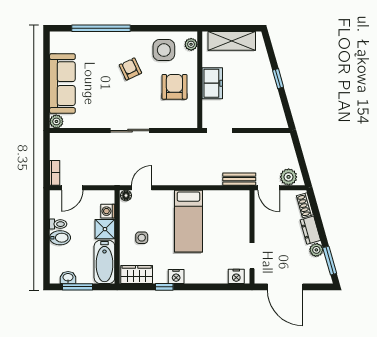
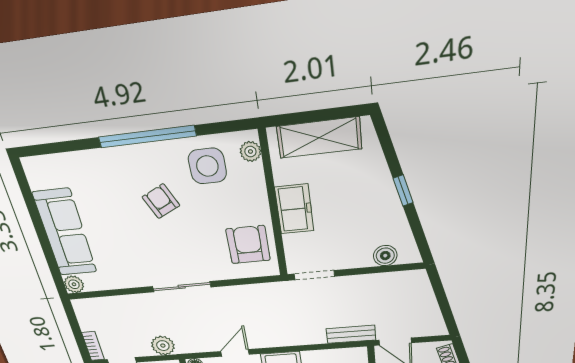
window: (101, 28) -> (147, 137), moved
armchair: (174, 87) -> (248, 245), moved
boiler: (265, 121) -> (385, 256), added
plant: (289, 177) -> (163, 346), moved
door: (142, 188) -> (235, 353), moved

